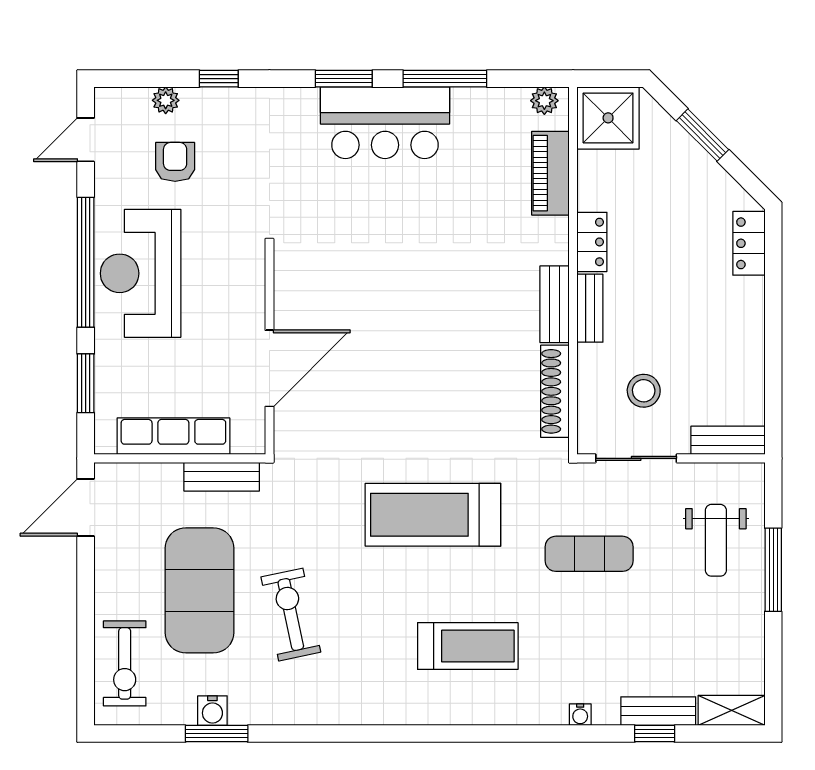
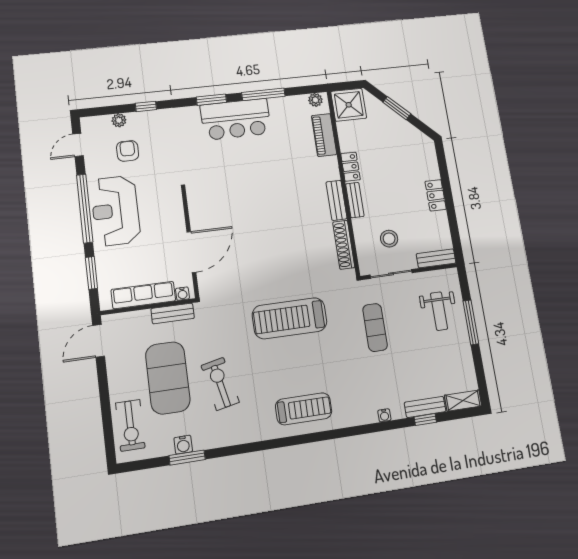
locker: (749, 243) -> (436, 195), moved
water cooler: (244, 443) -> (182, 294), added
exercise mat: (589, 554) -> (375, 328), turned 90
treadmill: (468, 646) -> (304, 409), moved

